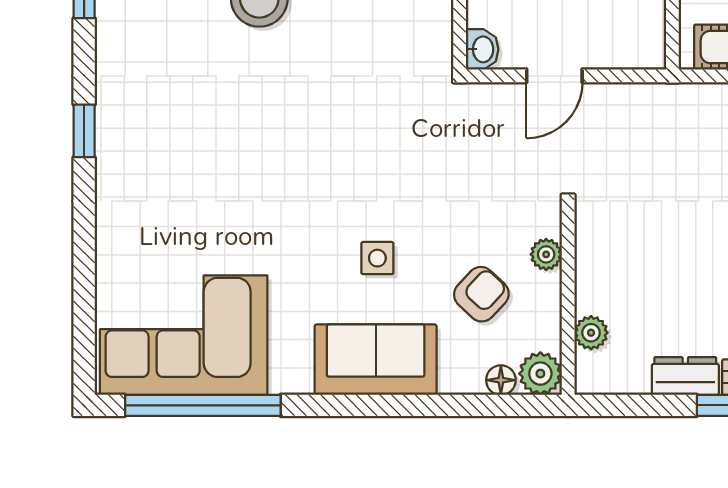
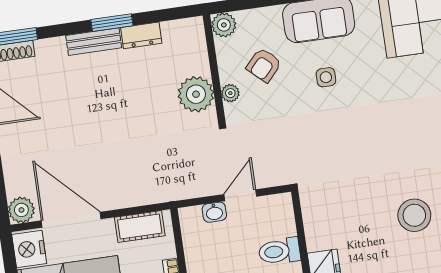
washbasin: (482, 49) -> (214, 212), moved, turned -90
plant: (591, 333) -> (196, 94), moved, width x1.87, depth x1.87
floor lamp: (501, 380) -> (246, 18), removed

